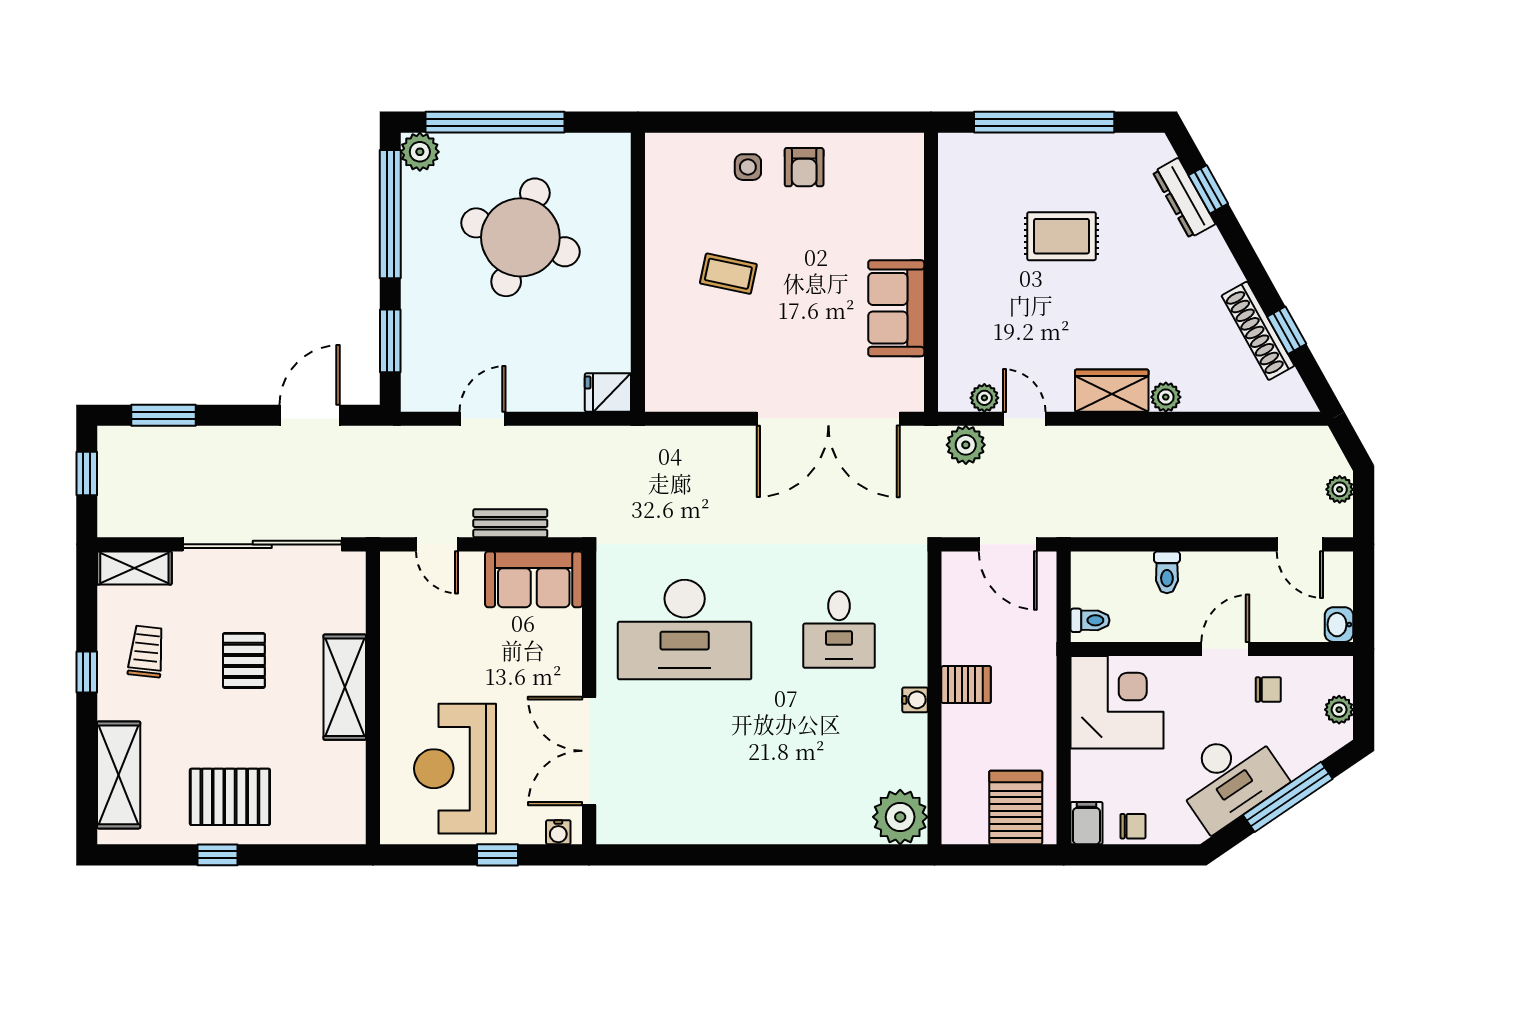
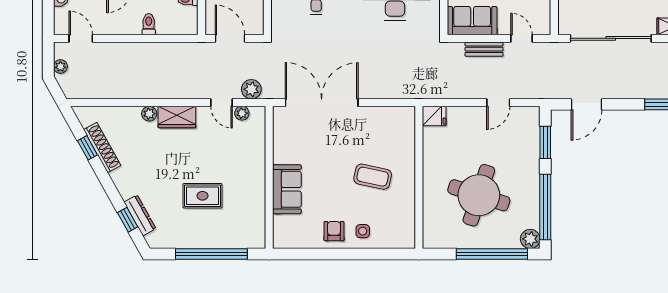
coffee table: (728, 274) -> (373, 177), width x1.36, depth x1.30
sofa: (896, 308) -> (287, 189), moved

